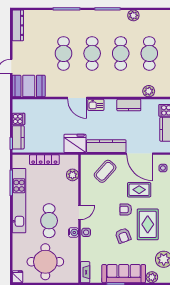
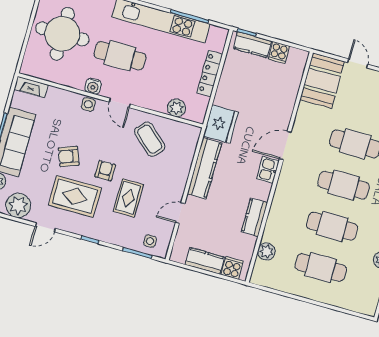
door: (140, 154) -> (180, 213), width x0.53
coffee table: (105, 171) -> (150, 139), moved

